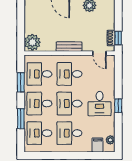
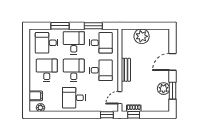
plant: (32, 42) -> (142, 36), moved
desk: (39, 74) -> (101, 43), turned 90
desk: (69, 74) -> (101, 70), turned 90
window: (118, 106) -> (107, 115), moved
desk: (39, 133) -> (47, 43), turned -90

